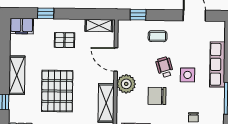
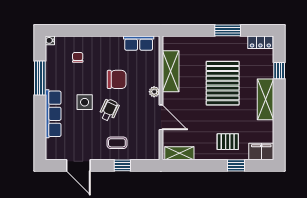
window: (138, 15) -> (122, 165), moved
pallet: (64, 40) -> (228, 142), moved
wheelchair: (165, 67) -> (109, 110), turned -138
plant: (126, 84) -> (154, 92), width x0.53, depth x0.53

